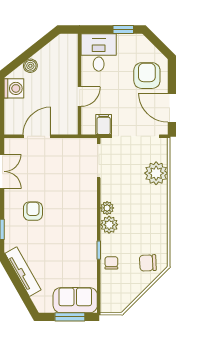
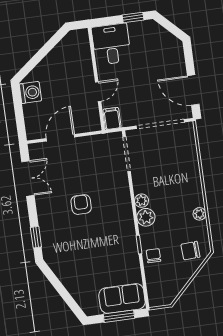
boiler: (30, 66) -> (44, 67), removed
armchair: (147, 76) -> (163, 61), removed
filing cabinet: (104, 124) -> (112, 118), moved
plant: (156, 173) -> (200, 214), moved, width x0.53, depth x0.53
armchair: (33, 211) -> (81, 205), moved
tv unit: (23, 272) -> (65, 277), removed

